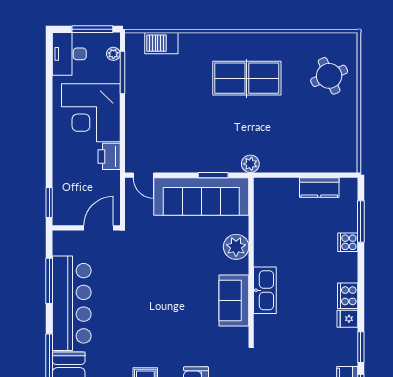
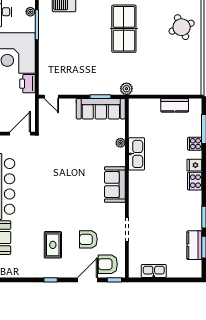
table tennis table: (247, 78) -> (124, 29), turned 90
sofa: (201, 196) -> (101, 109), width x0.74, depth x0.79
plant: (236, 247) -> (121, 143), width x0.53, depth x0.53
kitchen sink: (265, 290) -> (137, 154), moved
fridge: (347, 319) -> (194, 165), moved

